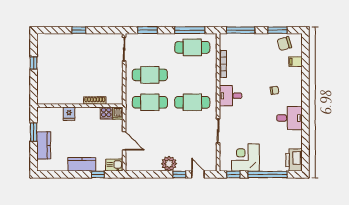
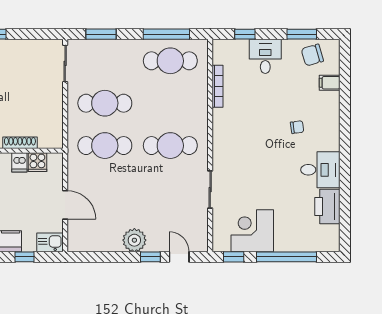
window: (241, 30) -> (245, 34), width x0.46
desk: (230, 96) -> (265, 56), moved, turned 90
dishwasher: (118, 113) -> (19, 162), moved
printer: (294, 160) -> (327, 207), moved

